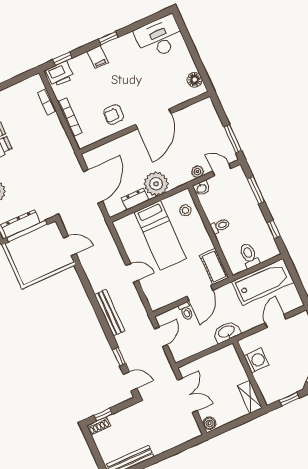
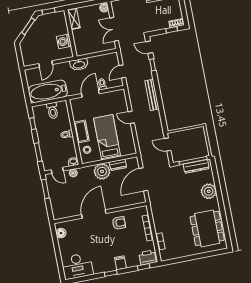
cot: (214, 266) -> (81, 132), moved

